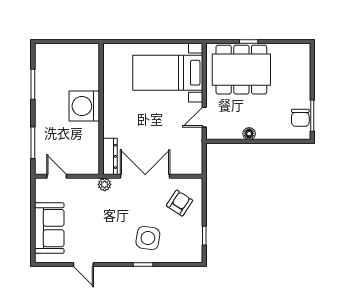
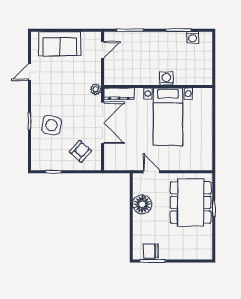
washing machine: (42, 67) -> (193, 37), added
bed with nightstands: (168, 73) -> (168, 117), moved, turned 180
washing machine: (84, 106) -> (166, 79), width x0.53, depth x0.53
floor lamp: (249, 134) -> (142, 204), width x1.89, depth x1.89
armchair: (180, 203) -> (80, 151), turned -81

